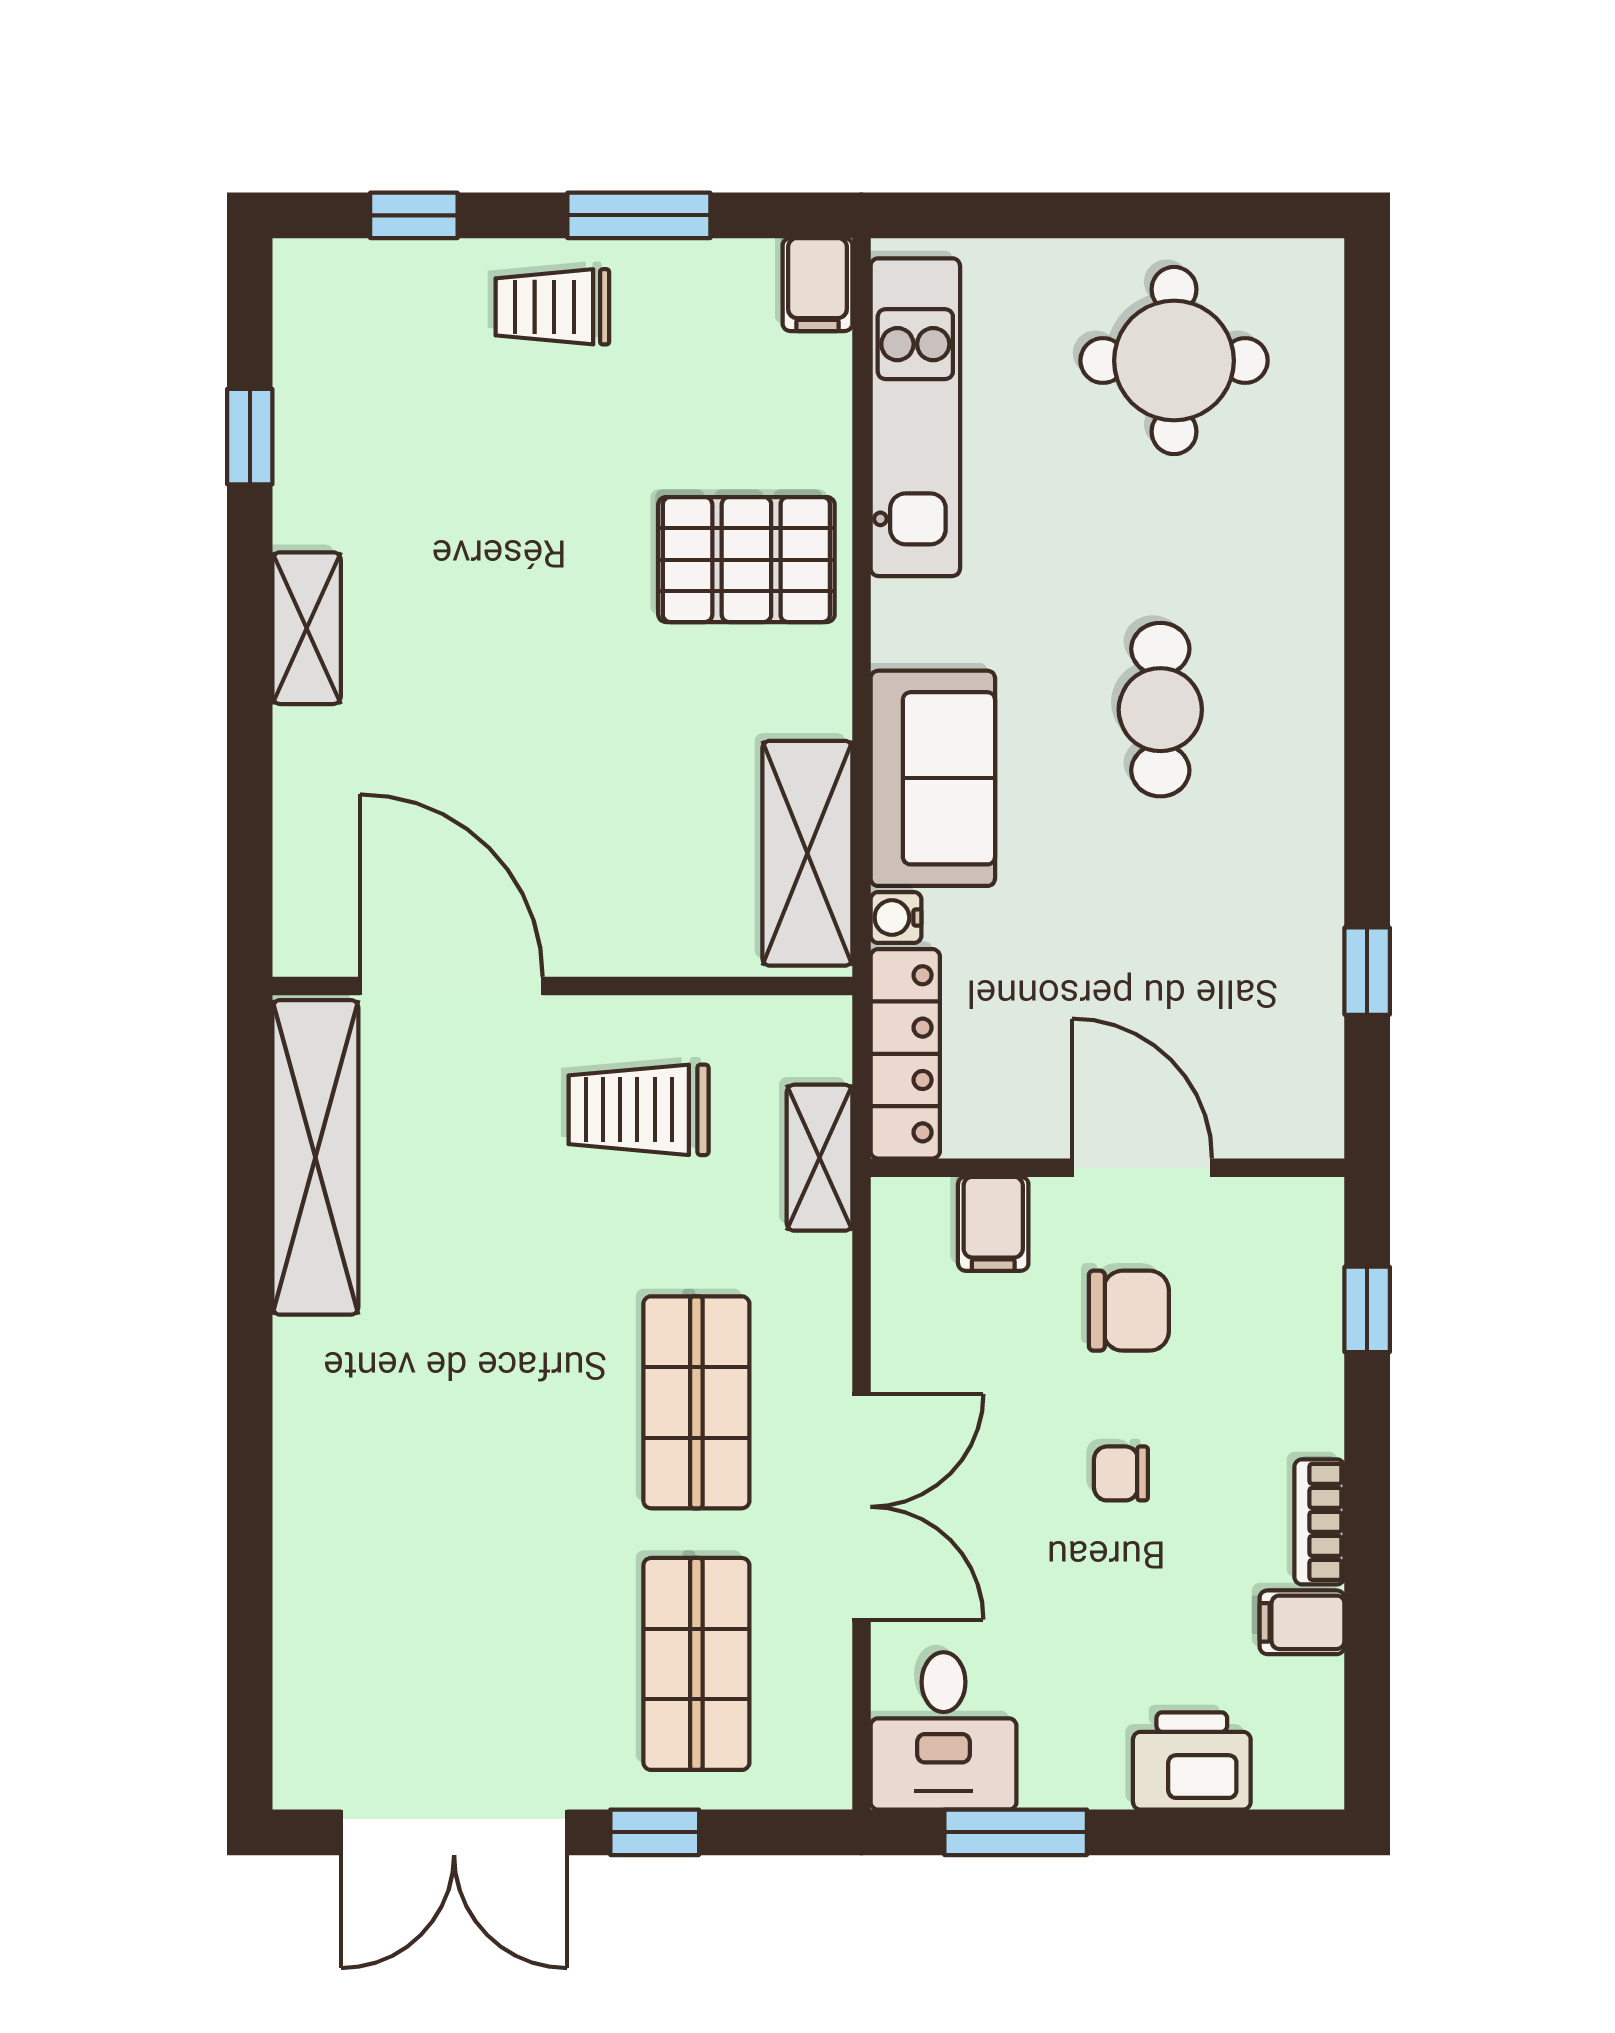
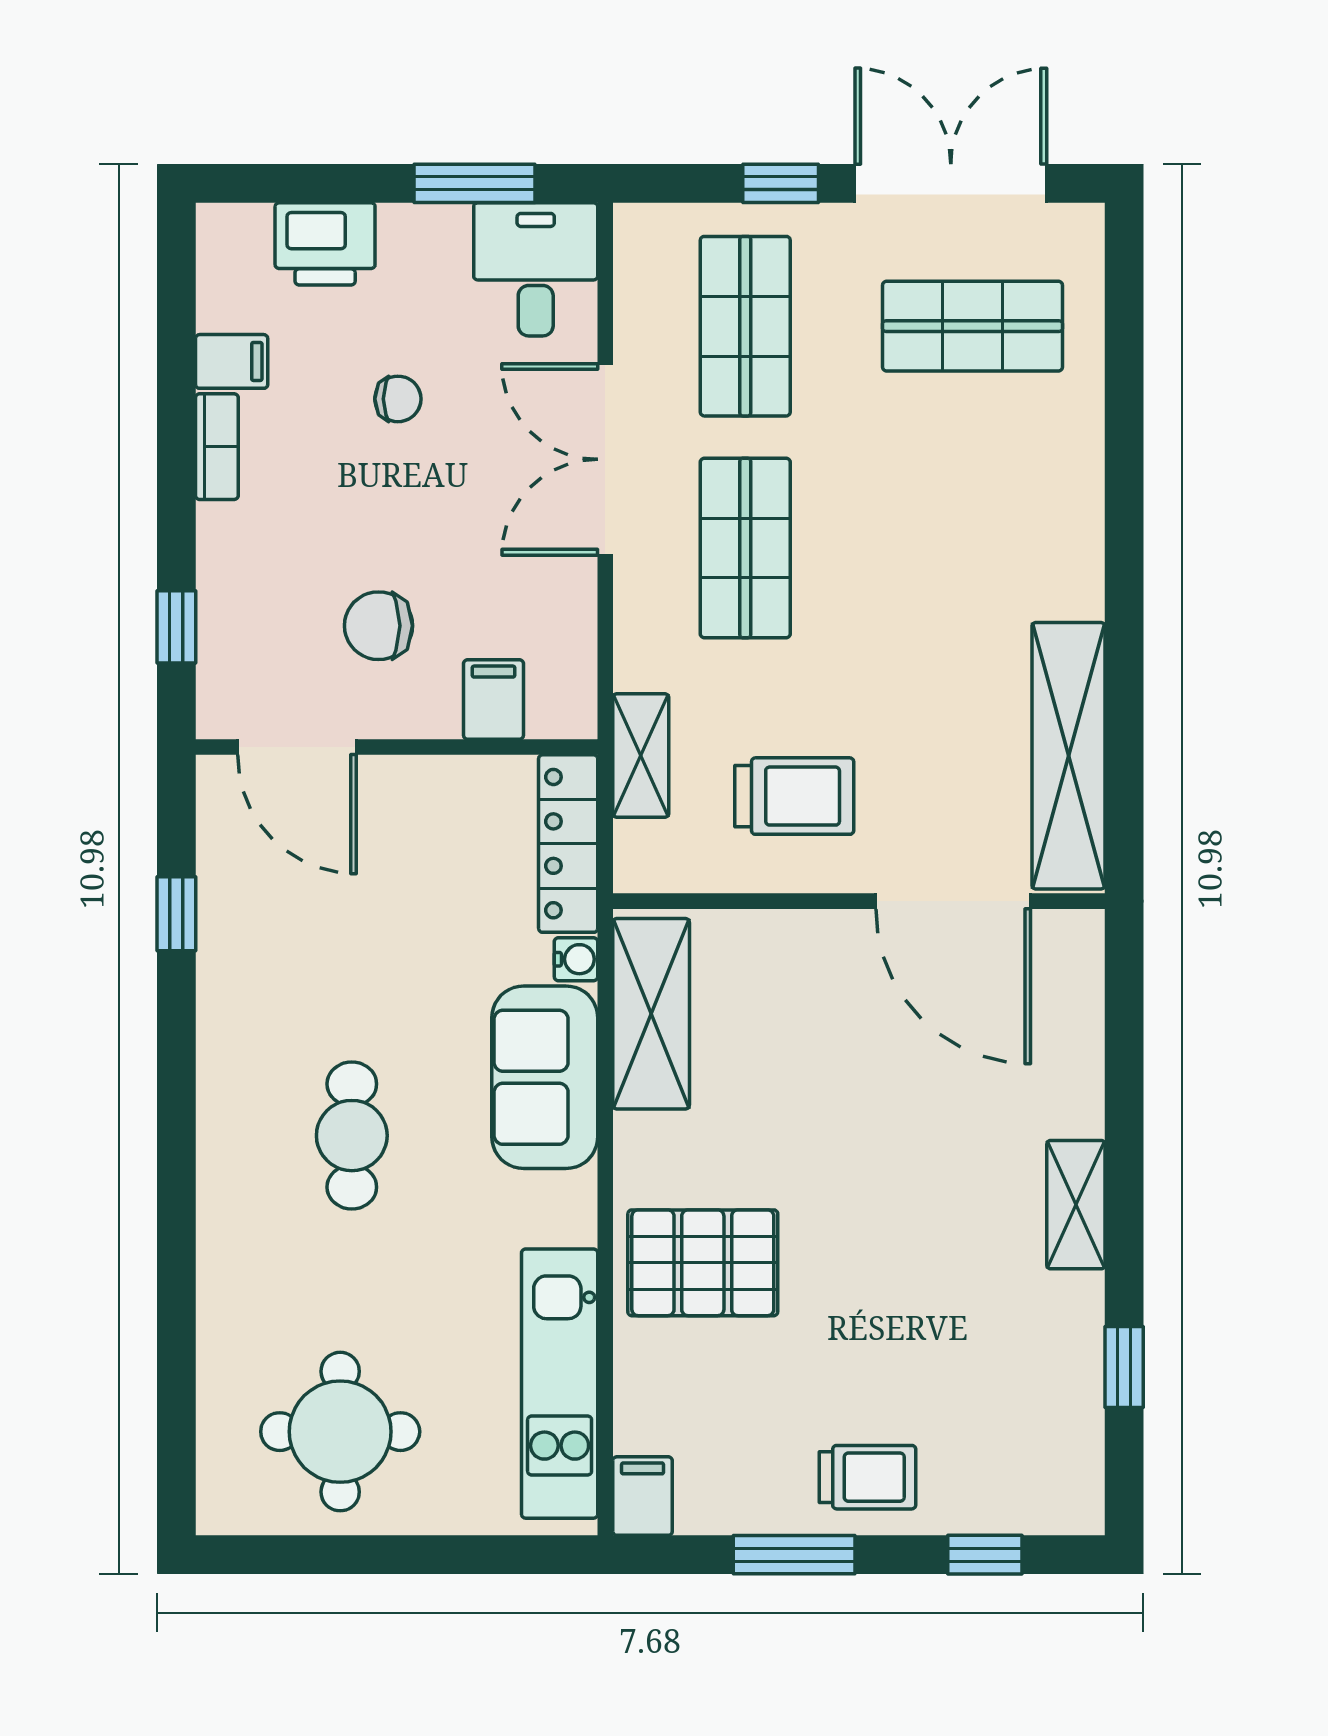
door: (1142, 1168) -> (297, 747), moved
chair: (1121, 1473) -> (398, 399), moved
shop shelf: (428, 1664) -> (972, 326), added

